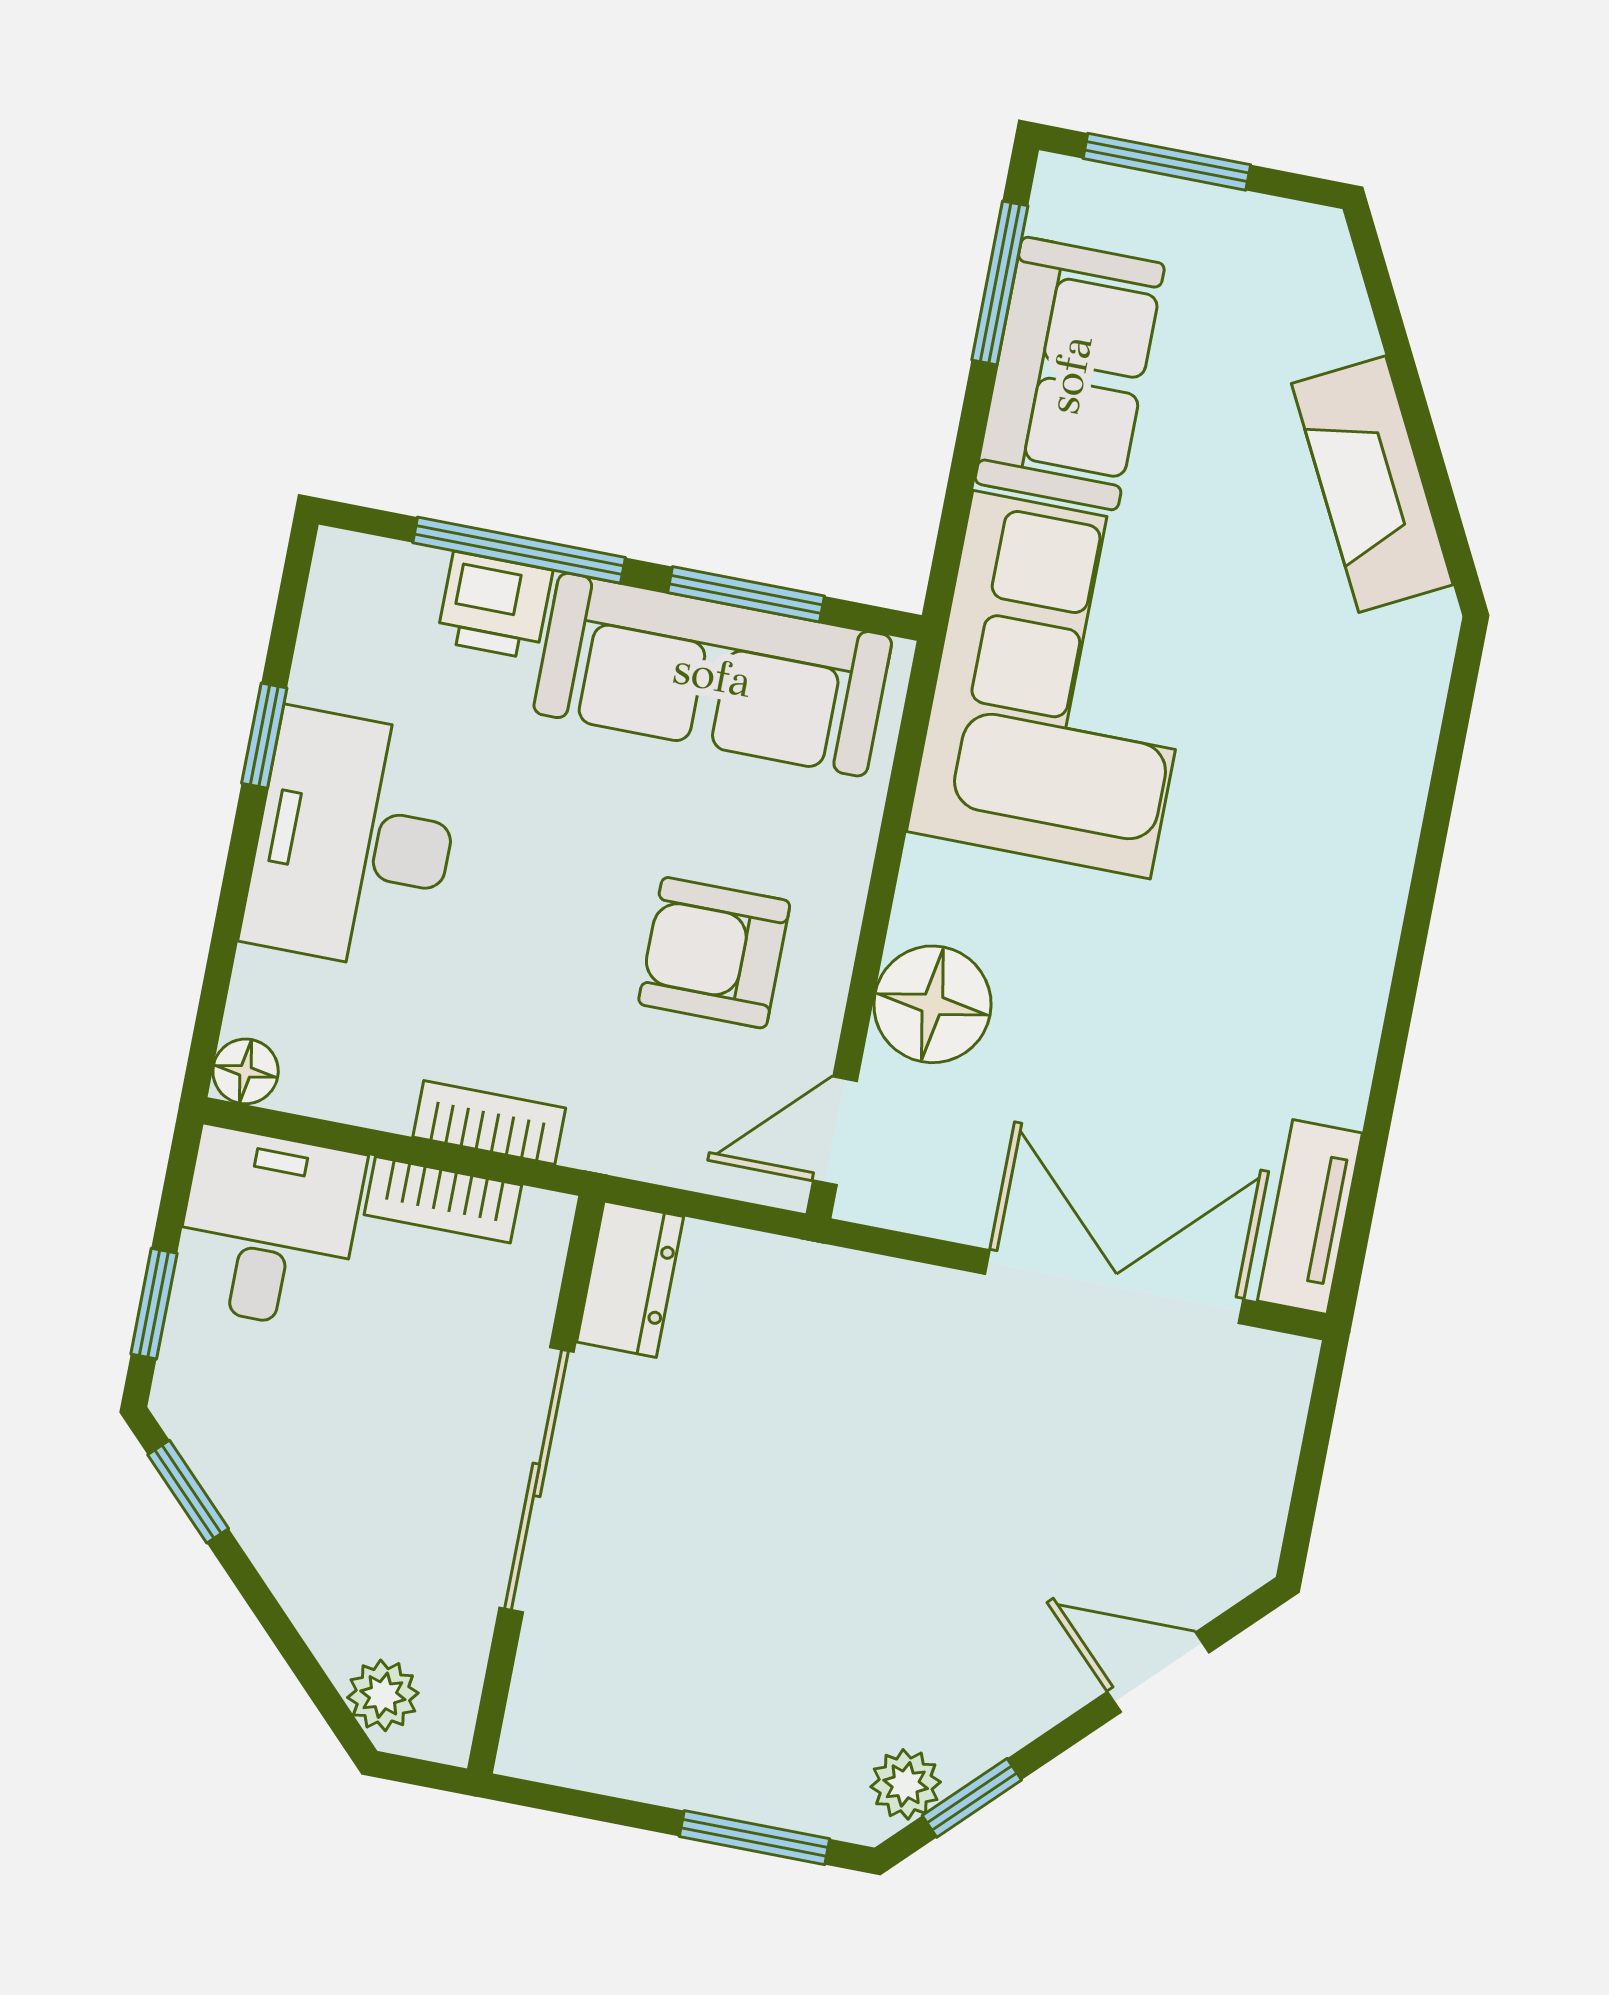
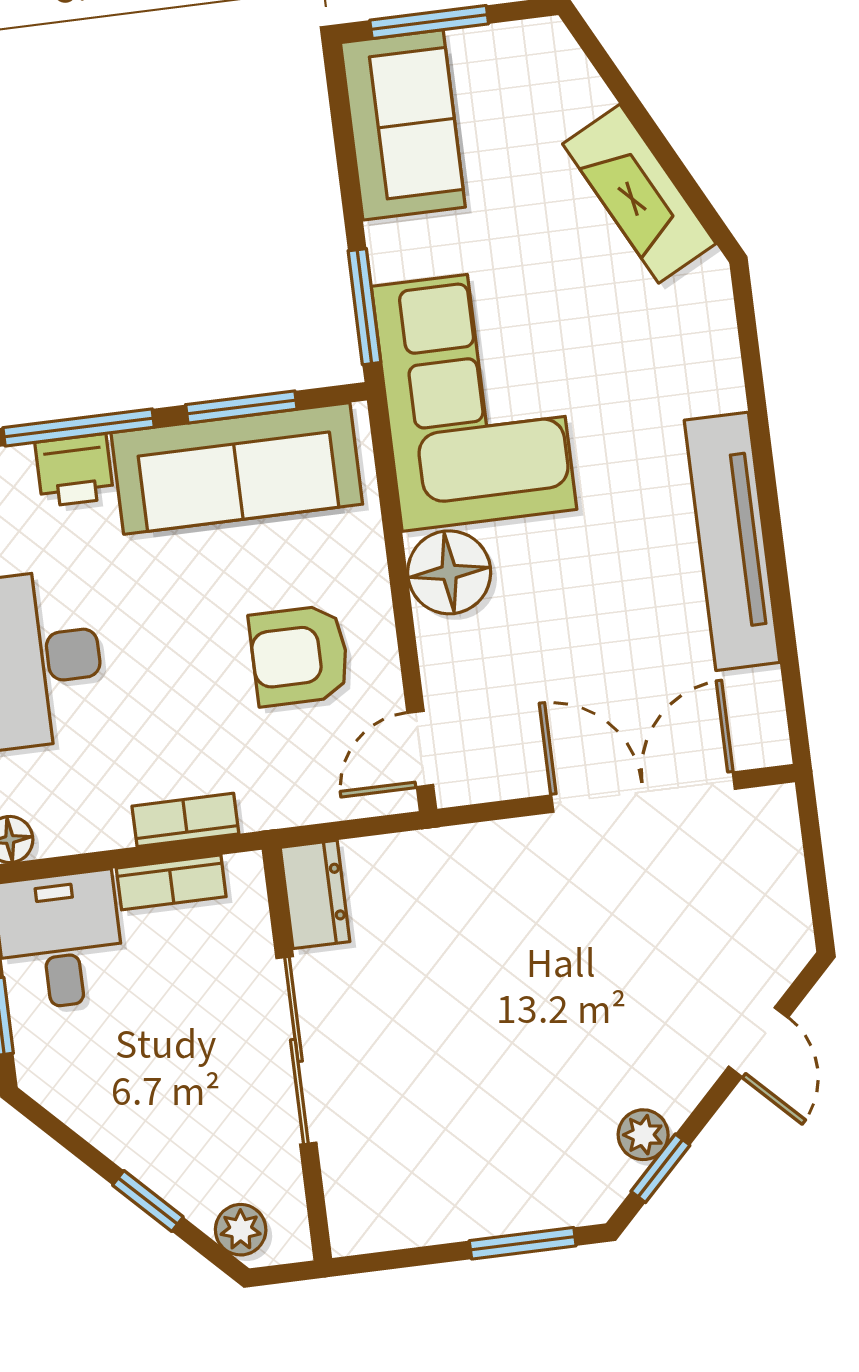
window: (1000, 283) -> (364, 307), moved
sofa: (1070, 374) -> (403, 125), moved
floor lamp: (932, 1004) -> (449, 572), moved
tv unit: (1310, 1217) -> (732, 541), moved, width x1.92, depth x1.29
window: (188, 1492) -> (148, 1201), moved
door: (1158, 1672) -> (758, 1042), swing flipped
plant: (906, 1784) -> (643, 1135), moved

